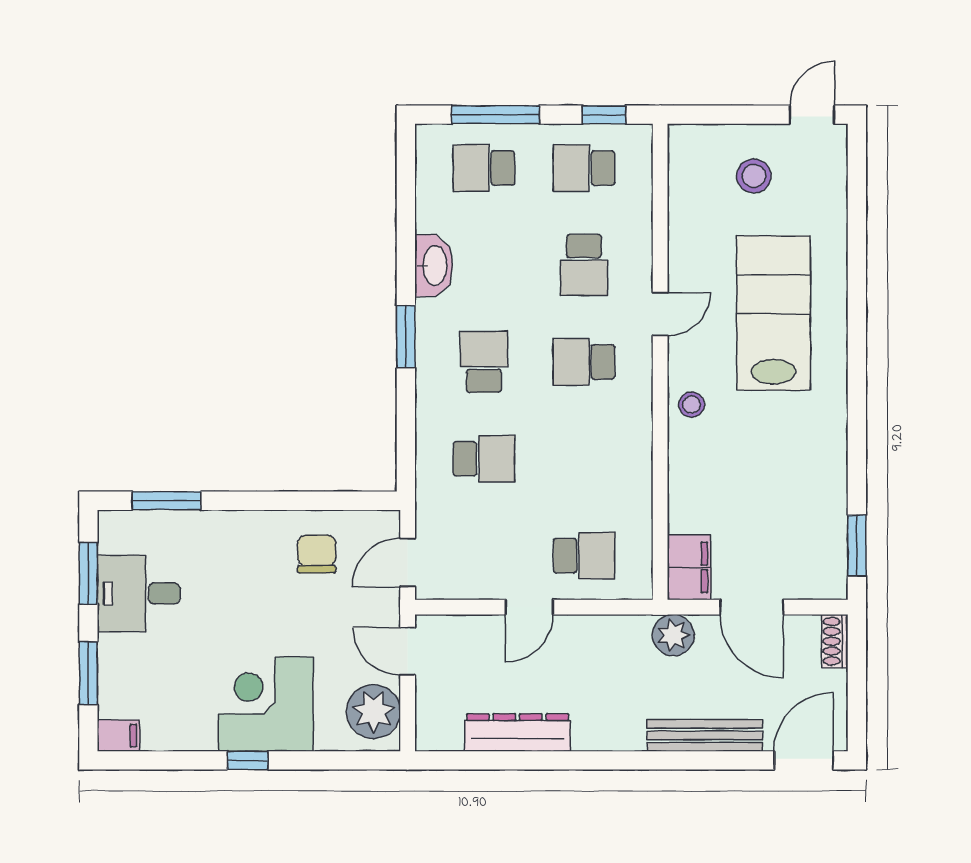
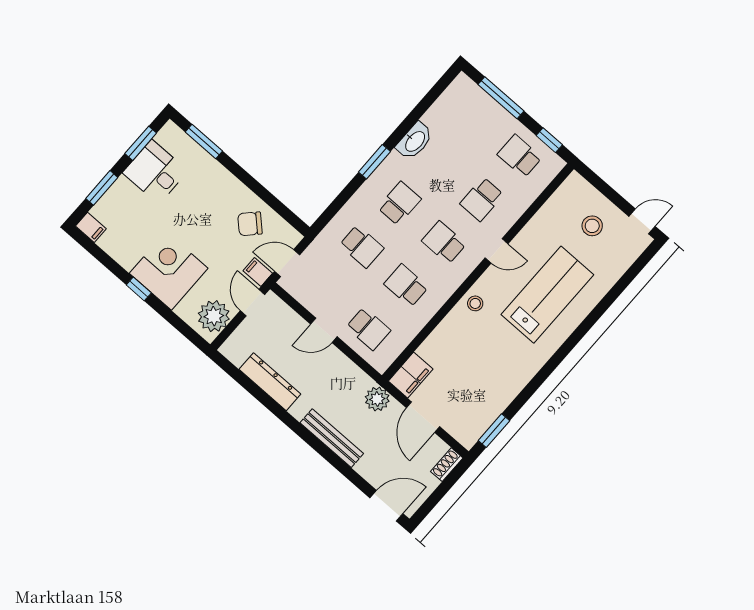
school desk: (484, 168) -> (406, 286), moved
chair: (317, 554) -> (250, 224), turned -136
filing cabinet: (380, 606) -> (258, 272), added
bench: (705, 735) -> (332, 438), moved

